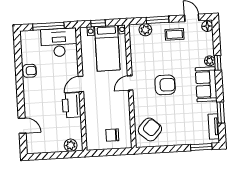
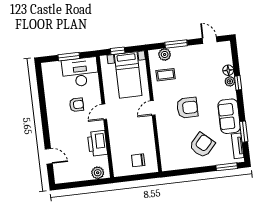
window: (48, 26) -> (69, 57), width x0.69
floor lamp: (207, 26) -> (228, 70), moved
coffee table: (175, 34) -> (166, 75), moved
armchair: (30, 71) -> (77, 105), moved
sofa: (206, 84) -> (229, 116), moved
printer: (72, 105) -> (97, 143), moved
armchair: (150, 130) -> (202, 145), moved

